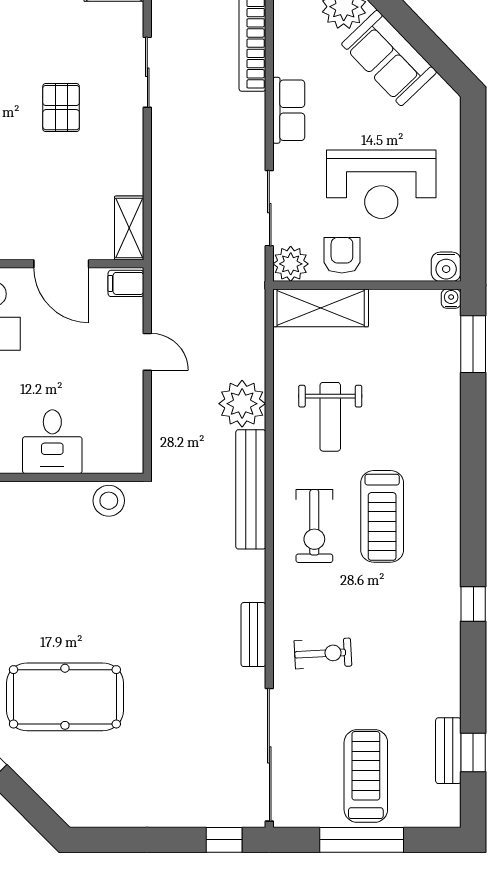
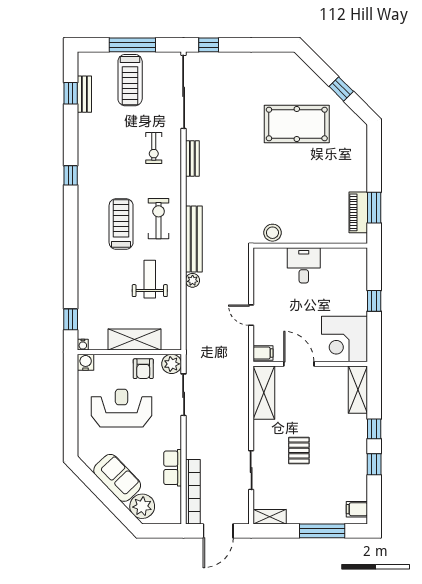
row of seats: (289, 110) -> (173, 468), moved
shelving: (129, 228) -> (264, 393), width x1.50, depth x1.33
shelving: (321, 308) -> (134, 339), moved
window: (473, 344) -> (71, 319), width x0.67
plant: (242, 404) -> (193, 280), width x0.53, depth x0.53
exercise bike: (323, 653) -> (154, 148), turned -87

